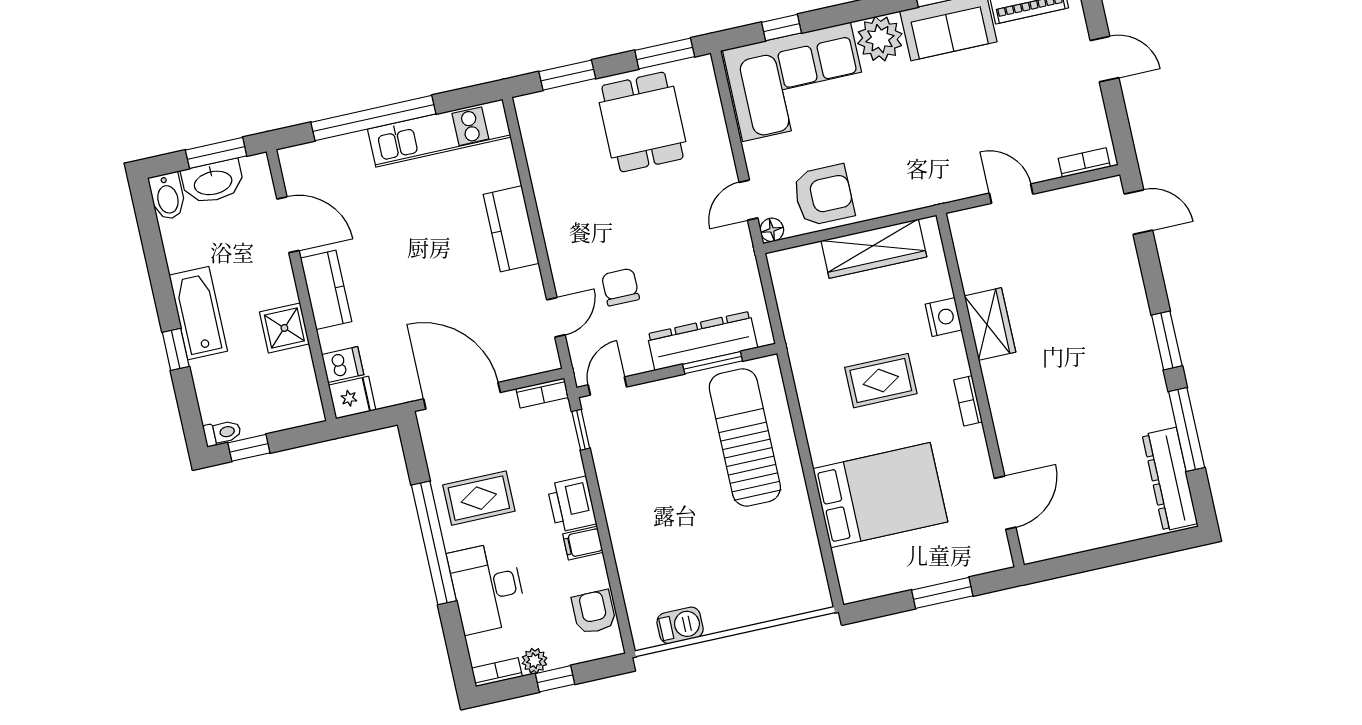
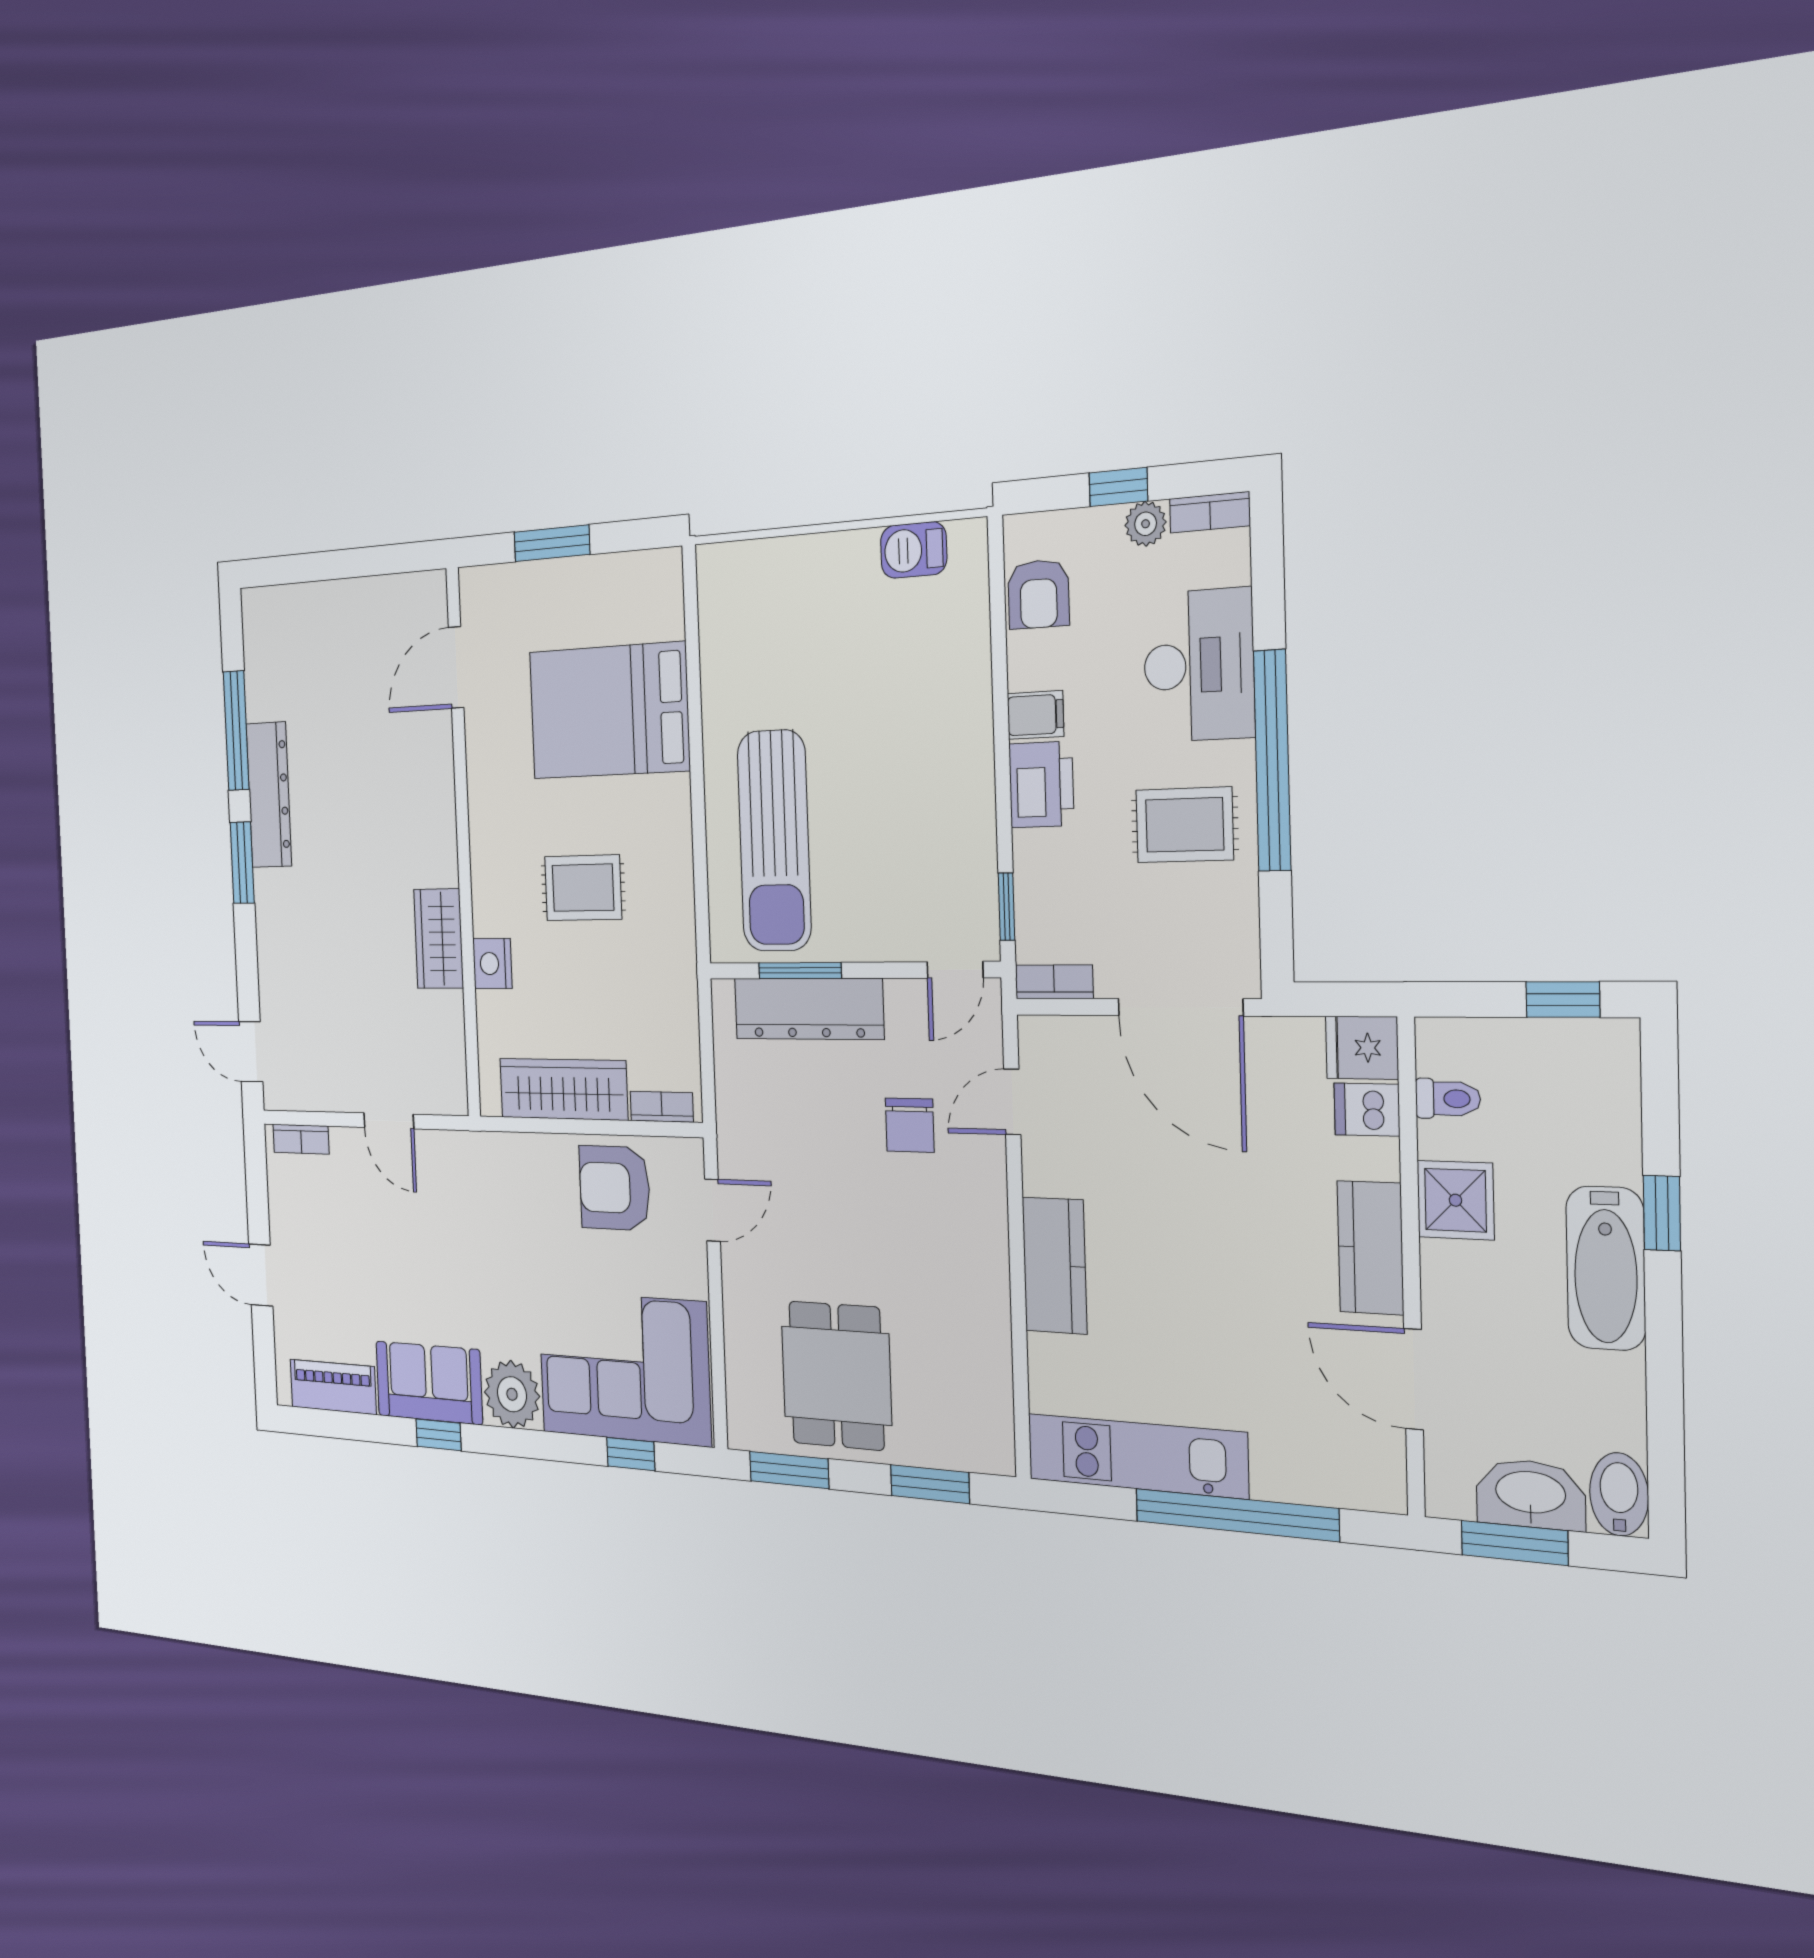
floor lamp: (772, 230) -> (689, 1156), removed
bookcase: (968, 401) -> (662, 1107), moved, turned -90
toilet: (222, 433) -> (1448, 1099), moved, turned 180
dresser: (1170, 479) -> (269, 795), moved

